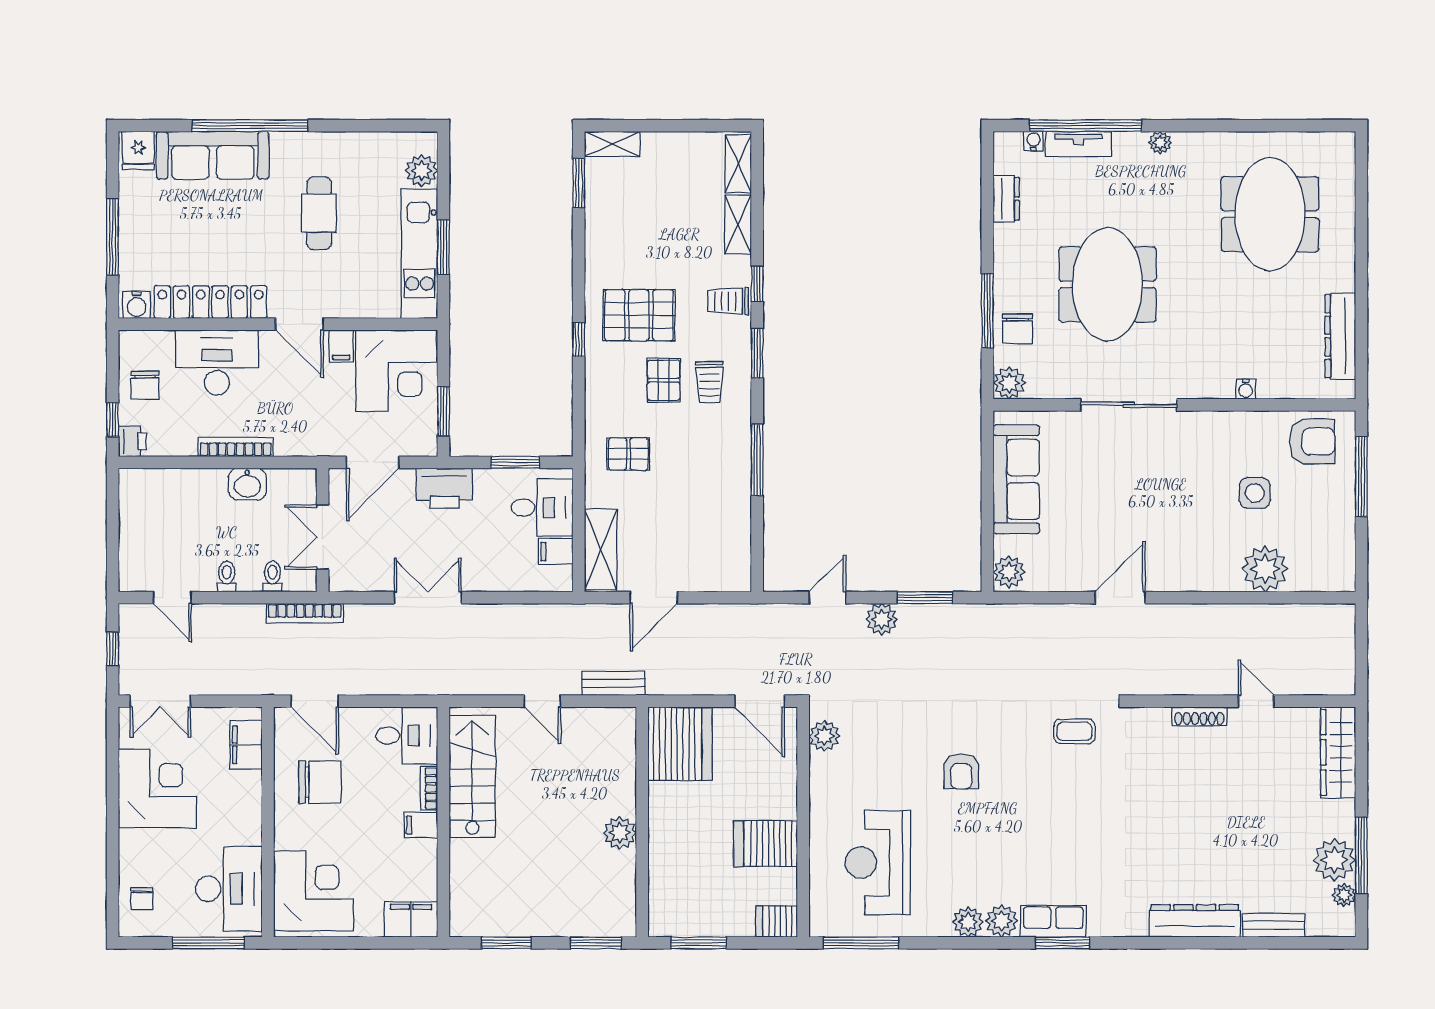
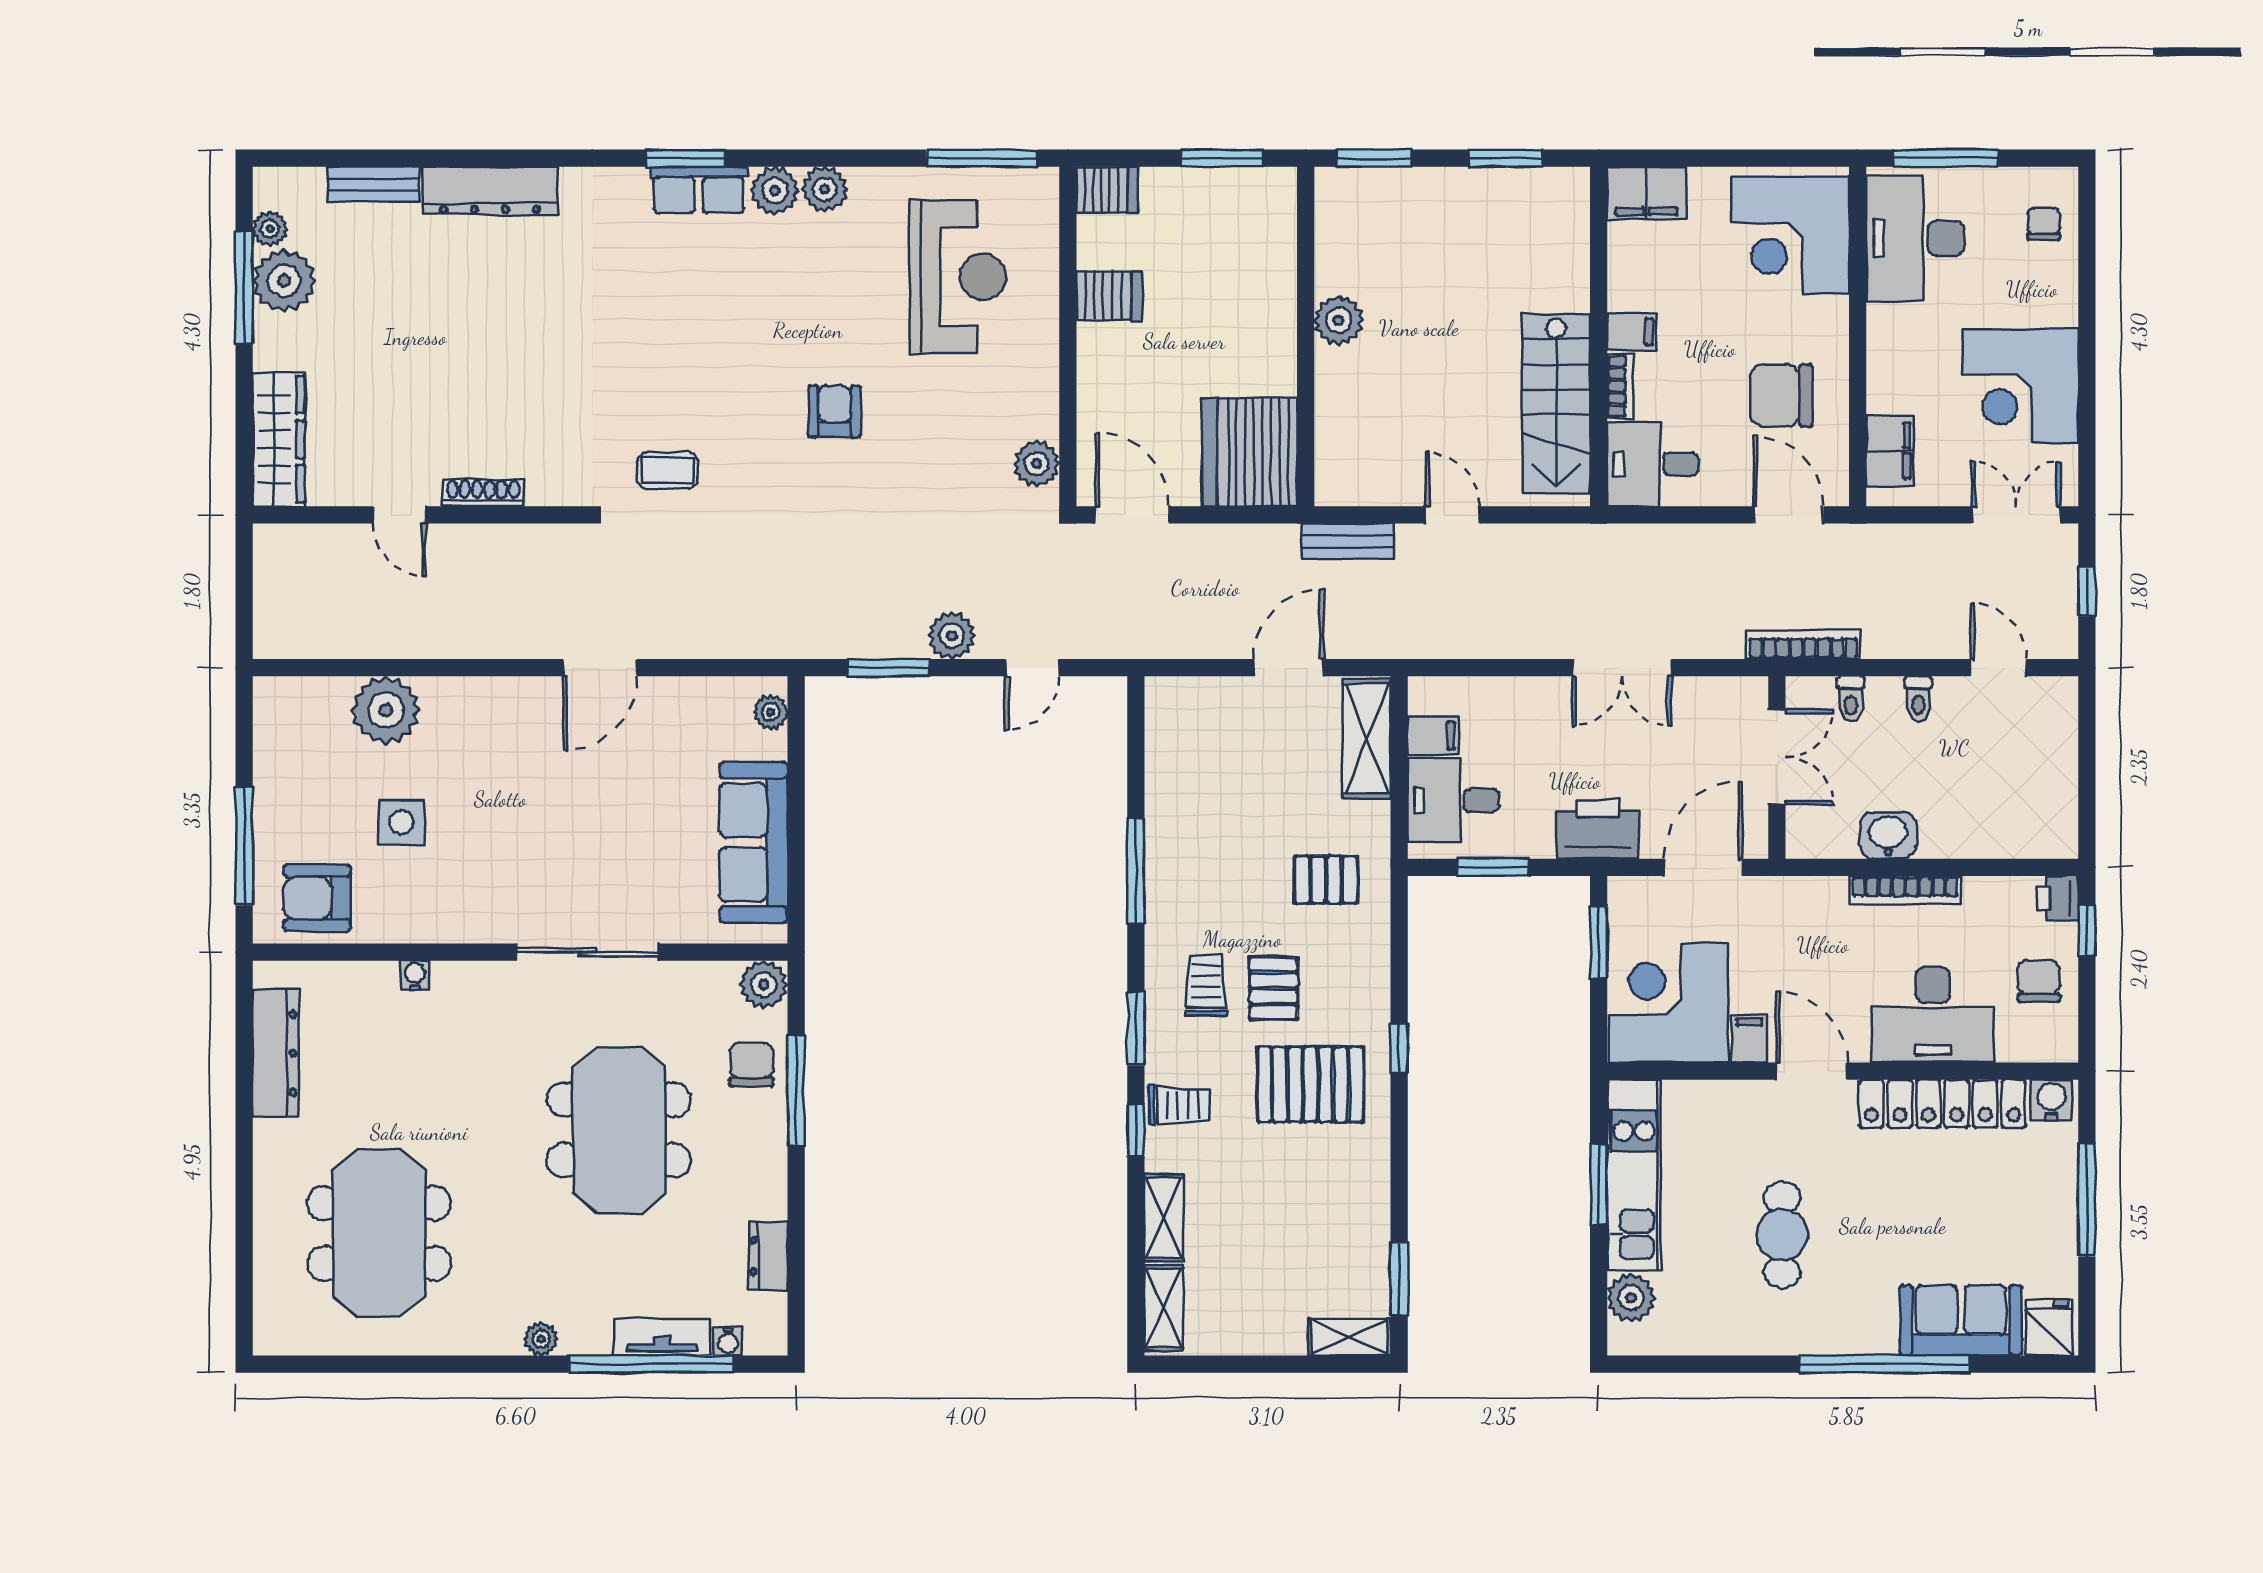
sofa: (213, 155) -> (1961, 1320), width x0.73
plant: (1009, 572) -> (771, 712), width x0.73, depth x0.73
server rack: (765, 844) -> (1109, 296), width x0.73, depth x0.70

